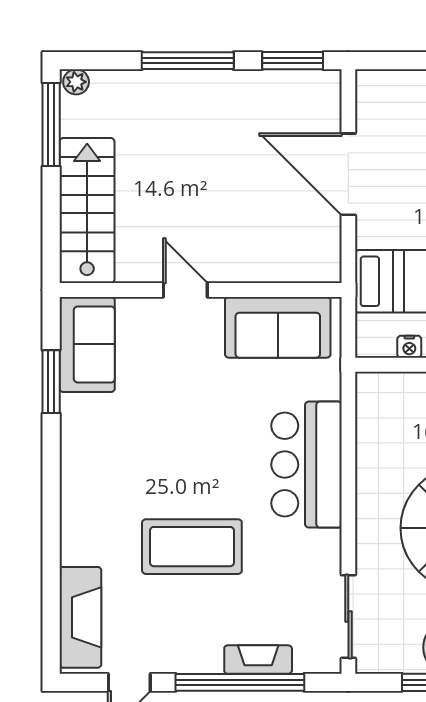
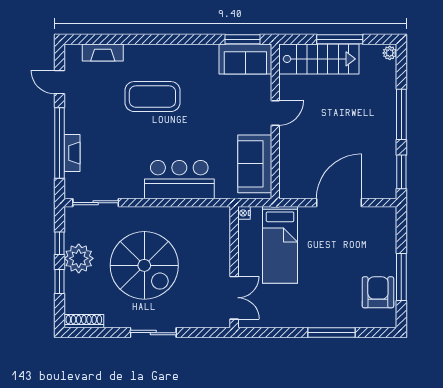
window: (51, 125) -> (340, 39), moved
nightstand: (409, 347) -> (244, 213), moved
window: (51, 382) -> (243, 39), moved
coffee table: (192, 547) -> (152, 97), moved, turned 90
fireplace: (80, 617) -> (103, 53), width x0.73, depth x0.76

